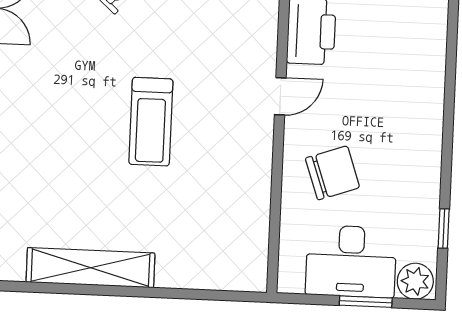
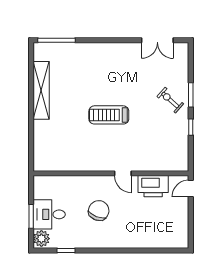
chair: (333, 173) -> (99, 211), moved, turned -140
desk: (351, 261) -> (49, 214), width x0.73

